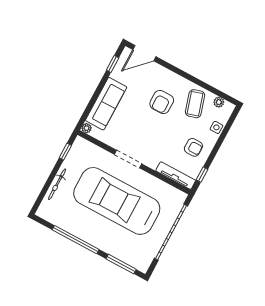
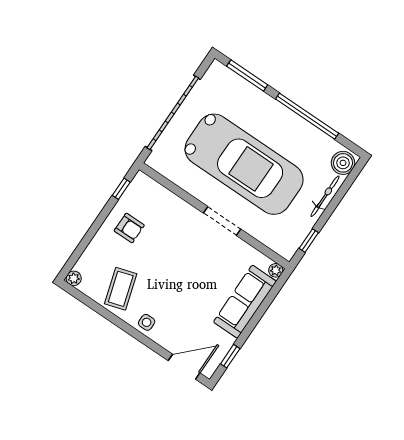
armchair: (162, 102) -> (167, 296), removed
plant: (219, 102) -> (74, 278), moved
side table: (216, 127) -> (147, 322), moved
armchair: (193, 147) -> (129, 228), turned 180
tv unit: (176, 176) -> (158, 191), removed
boiler: (47, 209) -> (343, 163), added

